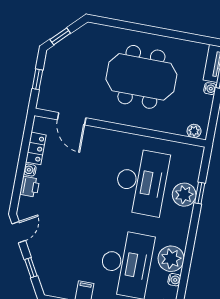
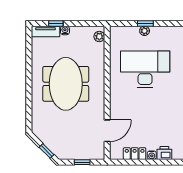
plant: (184, 195) -> (145, 31), width x0.53, depth x0.53

